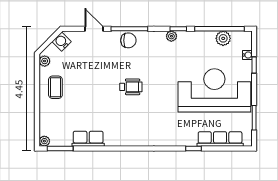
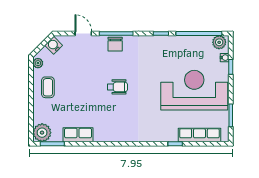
plant: (171, 36) -> (155, 40), removed
plant: (223, 38) -> (219, 42), moved
chair: (128, 40) -> (115, 44), turned 90
plant: (44, 141) -> (42, 133), width x1.88, depth x1.88

